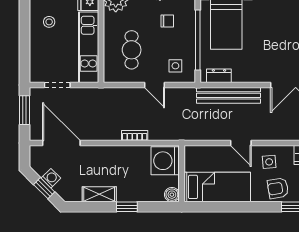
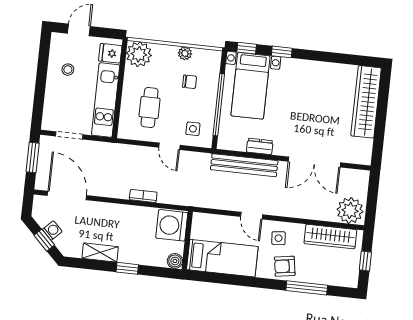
dresser: (219, 76) -> (260, 146), moved

